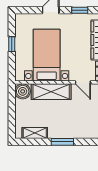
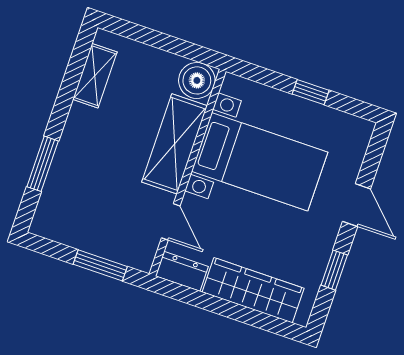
door: (83, 82) -> (171, 222), swing flipped
window: (62, 142) -> (43, 164), moved

